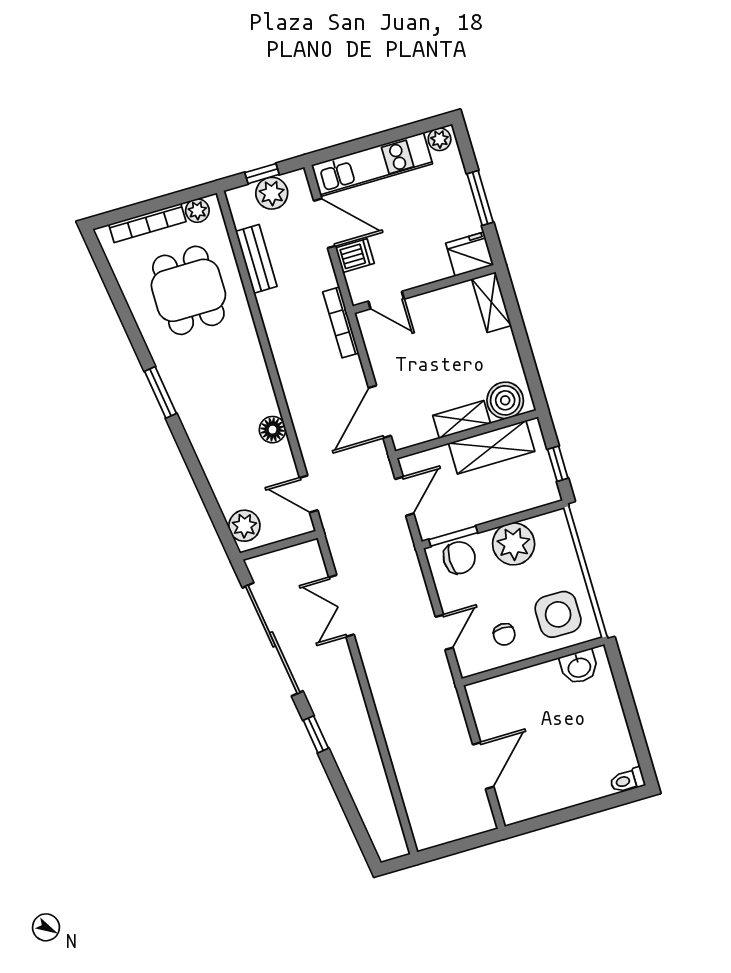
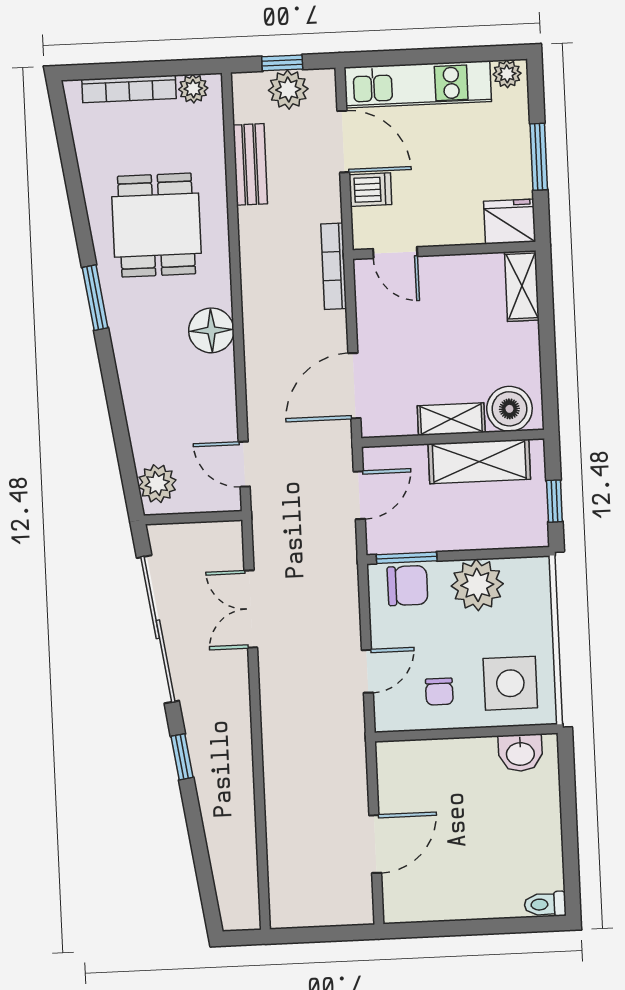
dining table: (188, 290) -> (157, 225), moved
floor lamp: (273, 430) -> (211, 330), moved, width x1.38, depth x1.38

